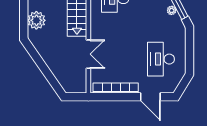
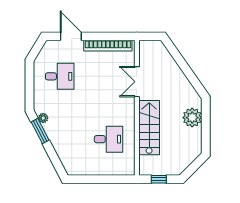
plant: (172, 10) -> (43, 118), moved
desk: (161, 59) -> (60, 76), width x0.73

